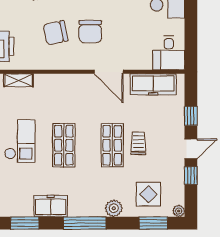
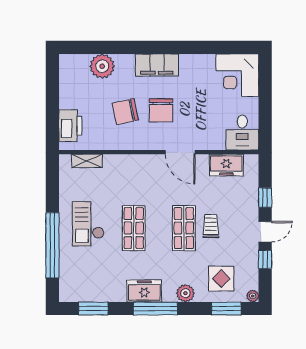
freezer: (153, 84) -> (226, 165), width x0.71
checkout: (20, 141) -> (88, 224), turned 180
freezer: (51, 206) -> (144, 291), moved

